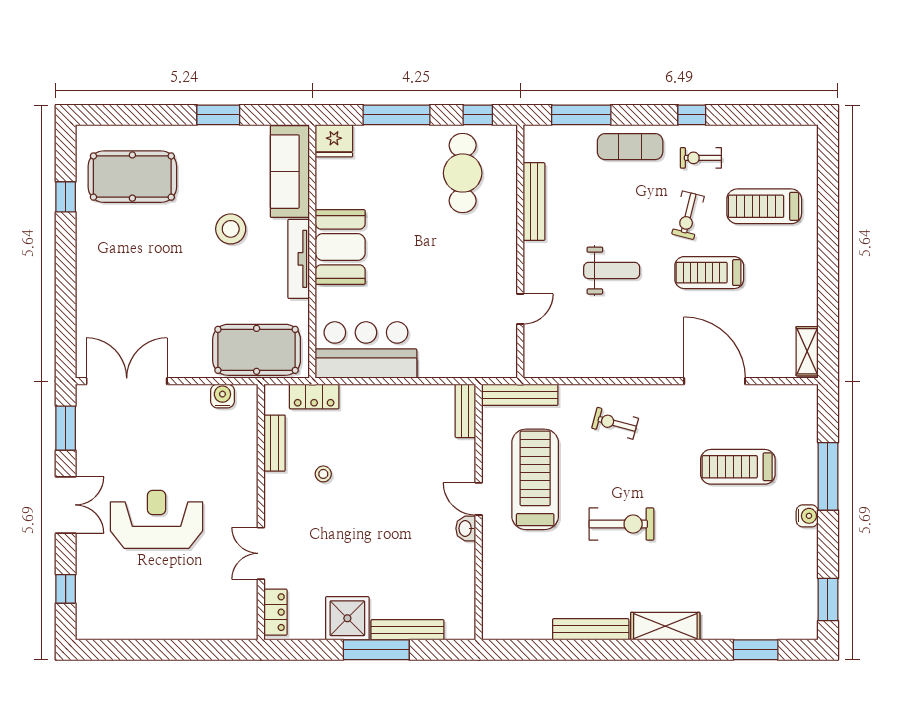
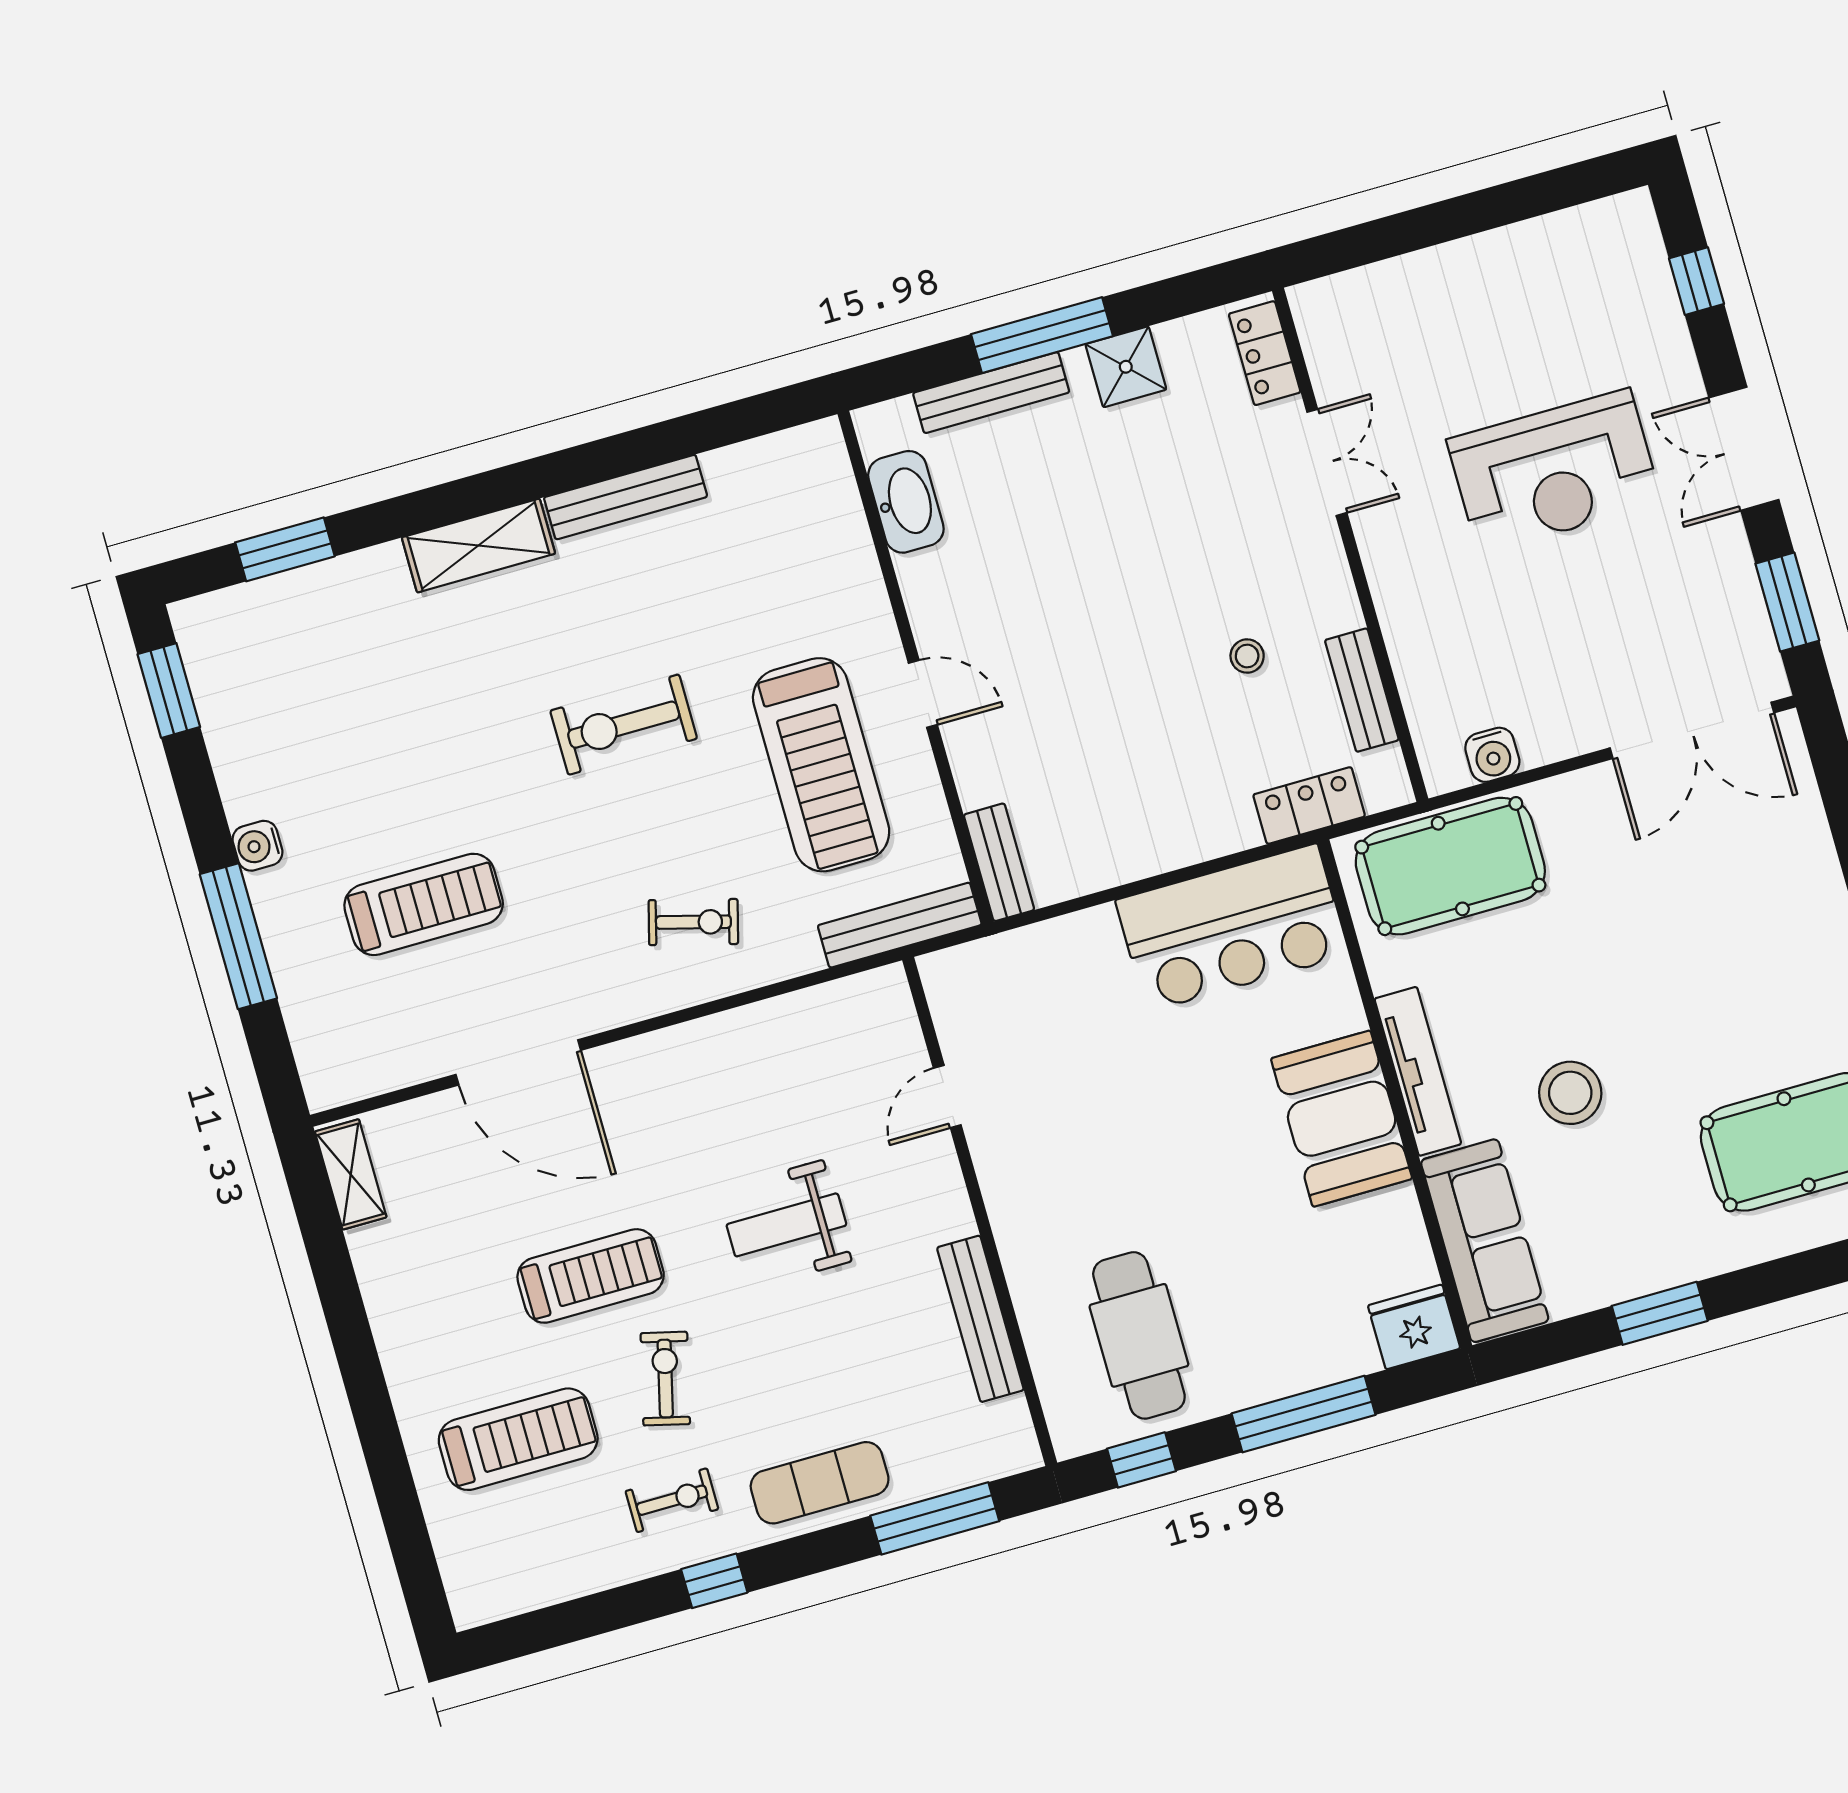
washbasin: (466, 528) -> (906, 502), moved, width x1.91, depth x1.45
shower: (347, 618) -> (1126, 367), width x0.73, depth x0.73

